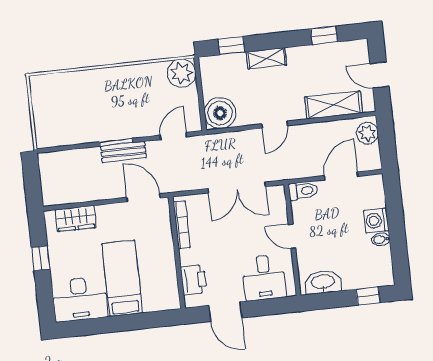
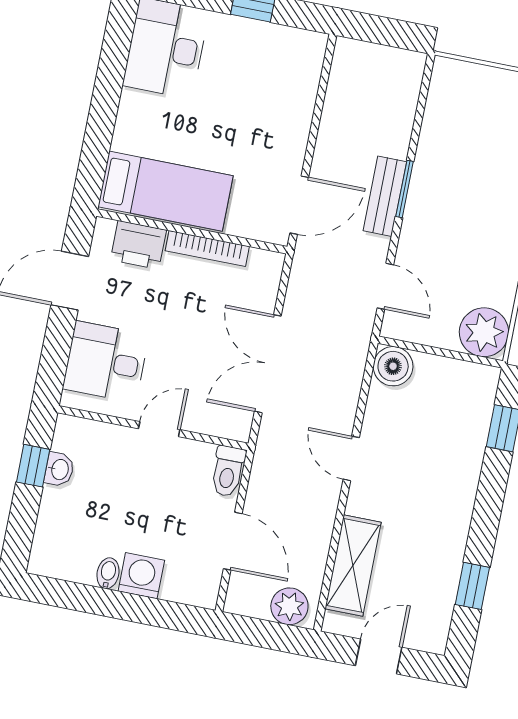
shelving: (266, 58) -> (465, 479), removed
boiler: (220, 113) -> (393, 366), width x0.73, depth x0.73
wardrobe: (76, 219) -> (300, 83), removed
bookcase: (182, 225) -> (207, 248), moved
bed: (122, 278) -> (166, 191), moved
washbasin: (323, 282) -> (59, 469), width x0.52, depth x0.69
window: (368, 296) -> (33, 466), moved

